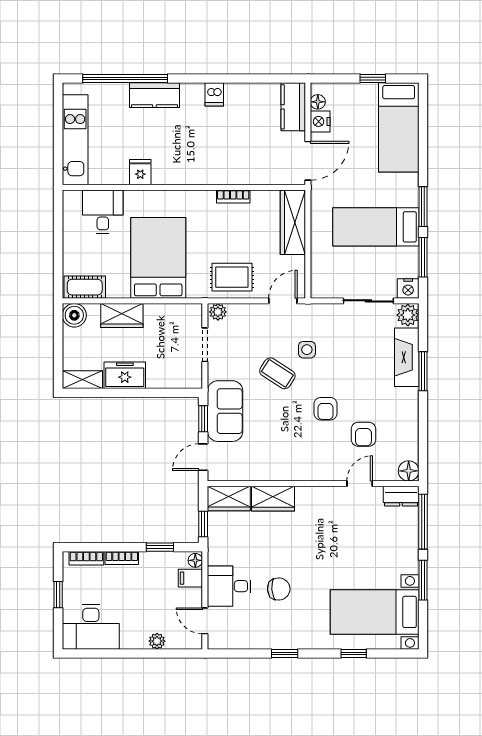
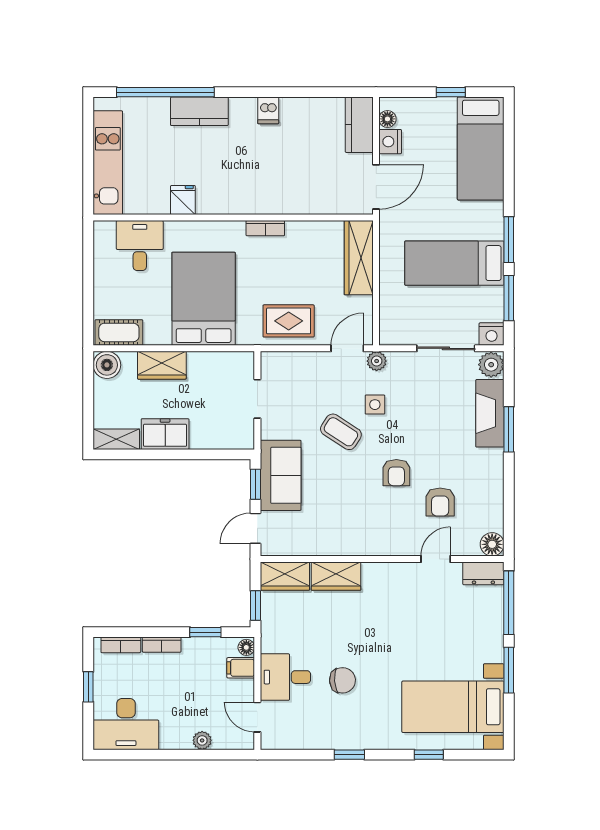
bookcase: (233, 197) -> (265, 228), moved
plant: (218, 312) -> (377, 361), moved

